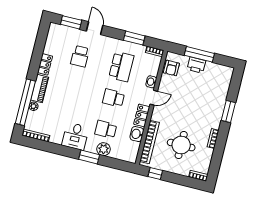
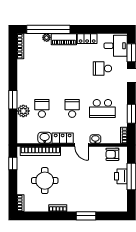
desk: (75, 136) -> (116, 46), moved, turned 180

